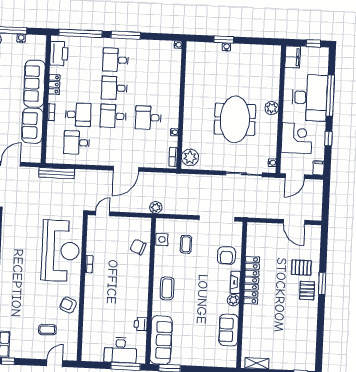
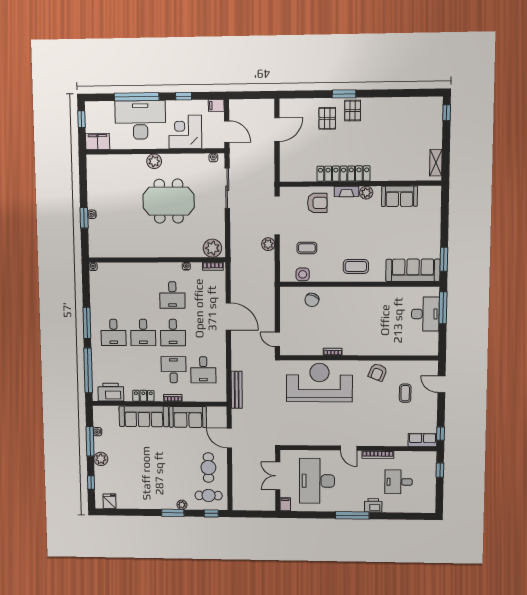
plant: (156, 207) -> (268, 244), moved
pallet: (307, 290) -> (353, 111), turned 90
printer: (141, 324) -> (396, 293), removed

